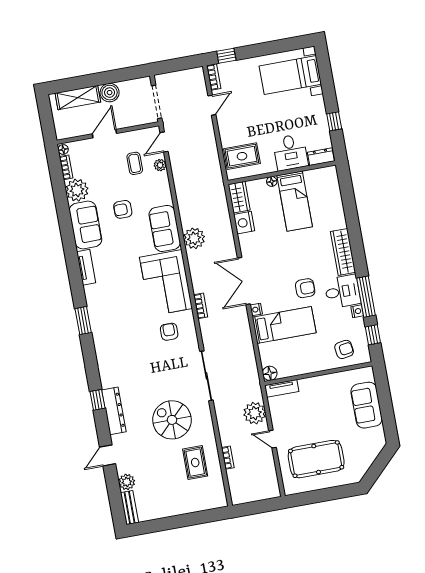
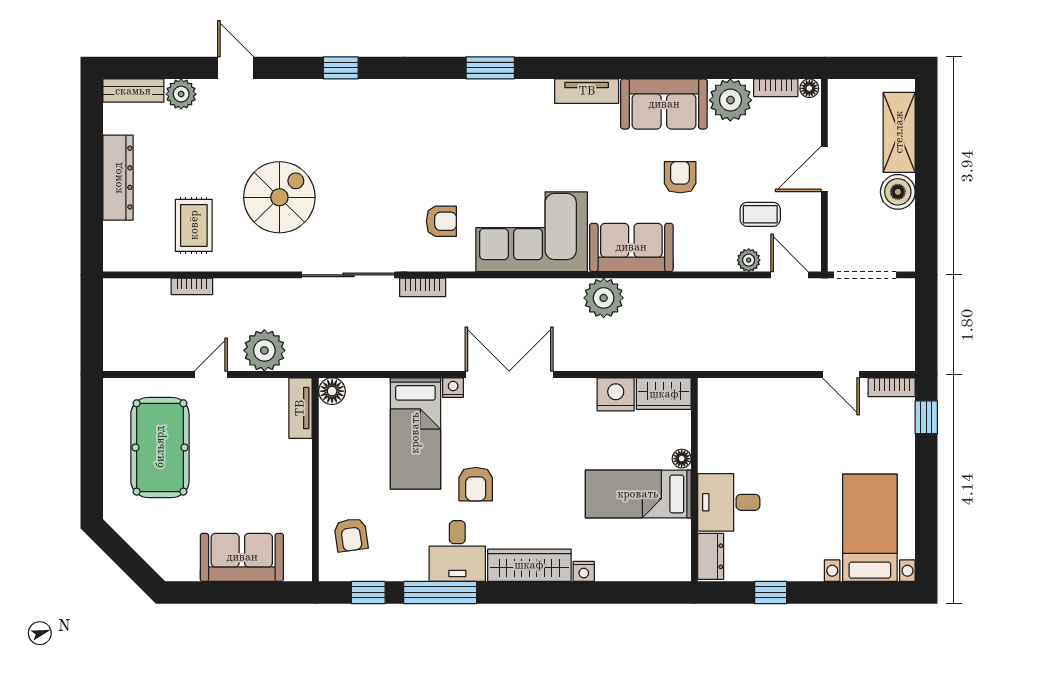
door: (104, 134) -> (824, 169), swing flipped
rug: (242, 156) -> (738, 413), removed
bookcase: (201, 306) -> (423, 287), moved
nightstand: (357, 311) -> (584, 571), moved
dresser: (114, 411) -> (118, 178), moved, turned -90
rug: (195, 463) -> (194, 225), turned 90

